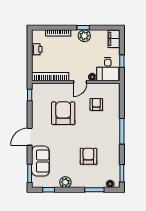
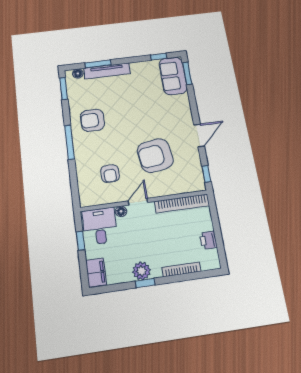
armchair: (63, 113) -> (155, 155), turned 82
door: (30, 137) -> (199, 136), moved
armchair: (88, 156) -> (92, 120), moved, turned 90
sofa: (40, 161) -> (173, 76), moved
plant: (65, 182) -> (138, 68), removed
tv unit: (89, 183) -> (107, 71), added

